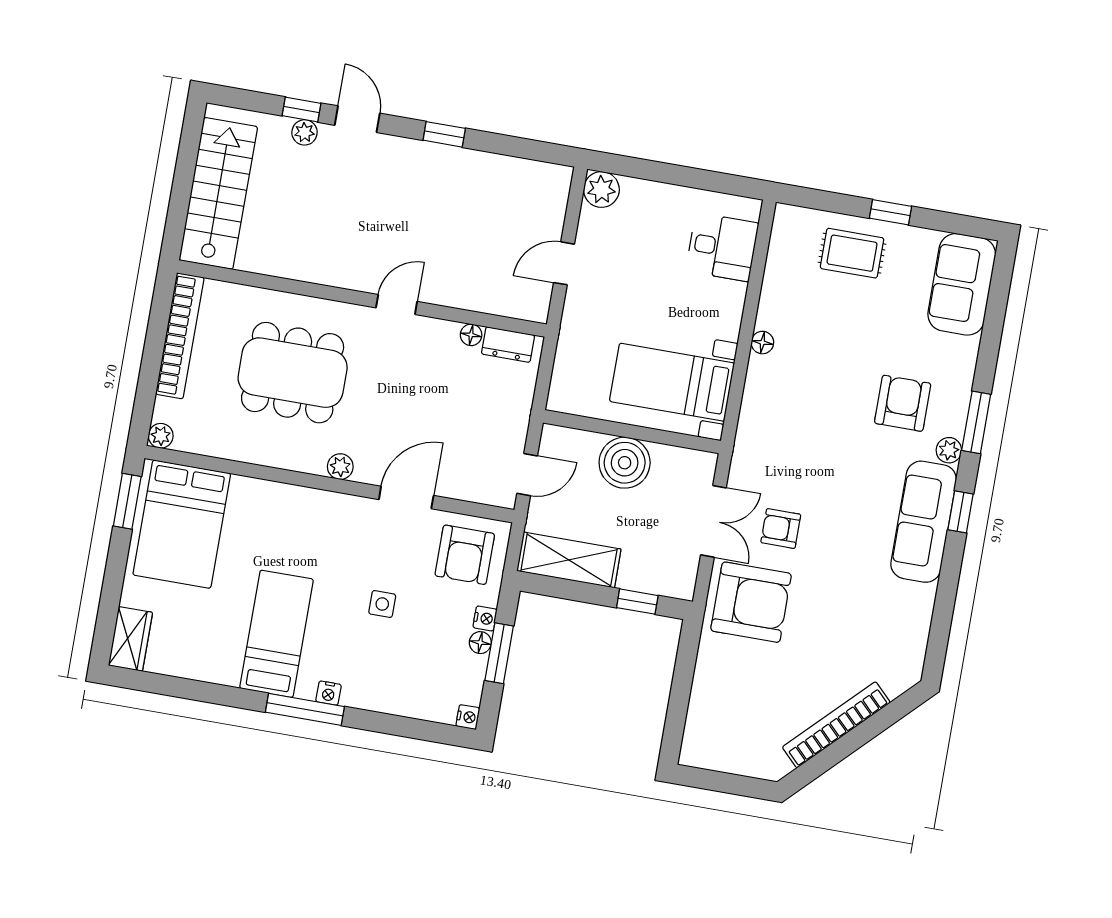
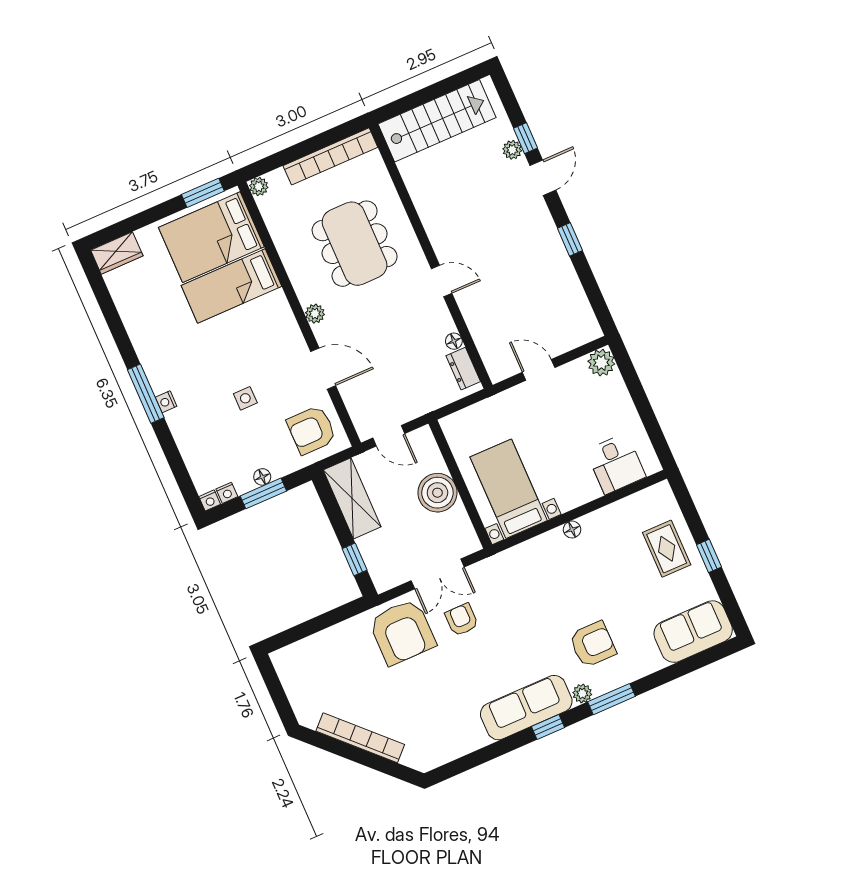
nightstand: (485, 618) -> (227, 493), moved
bed: (277, 634) -> (231, 286), moved, turned 180

